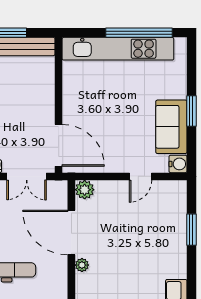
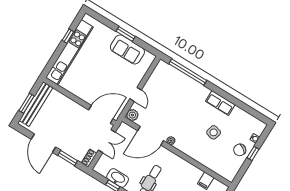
window: (139, 33) -> (68, 36), width x0.32
water cooler: (178, 164) -> (149, 58), removed
door: (140, 176) -> (136, 94), moved
window: (191, 230) -> (188, 72), width x2.11

